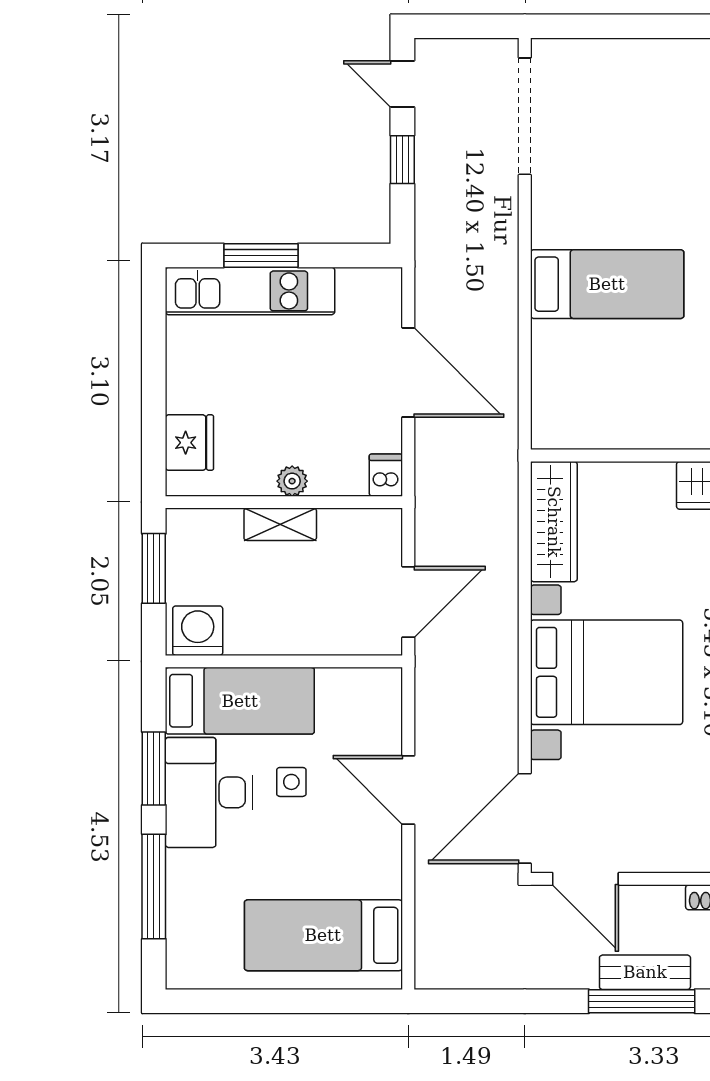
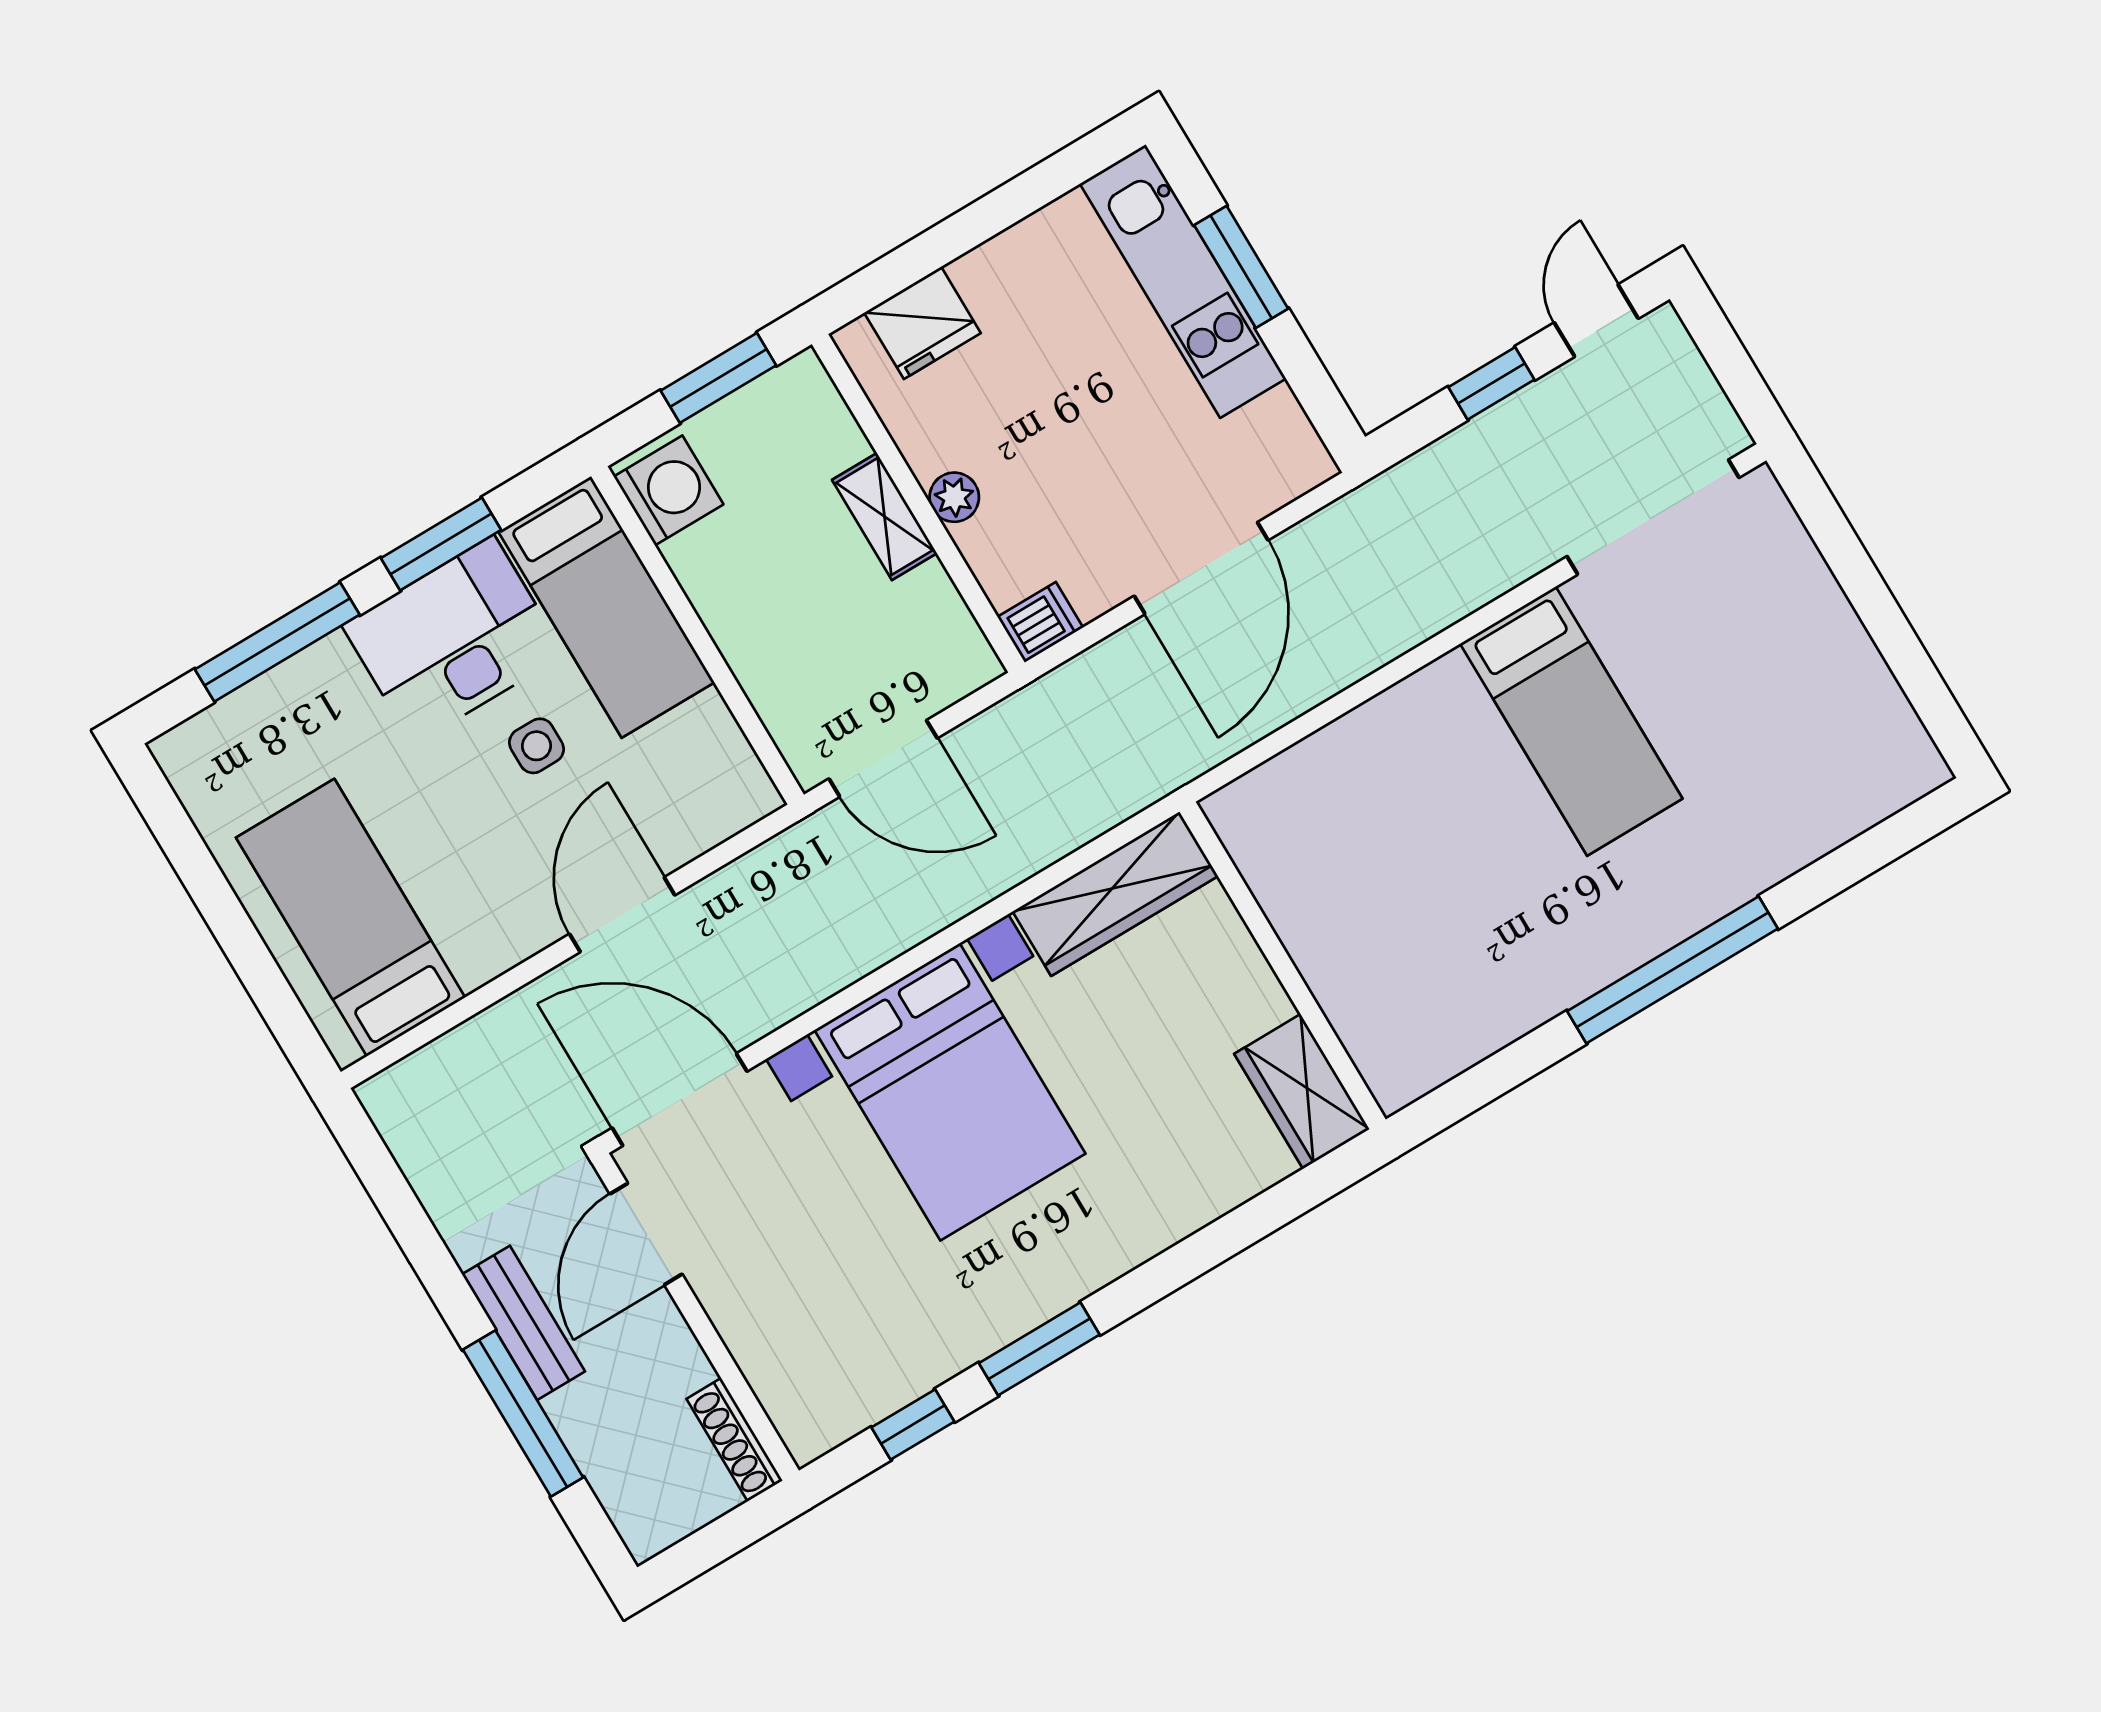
bed: (607, 284) -> (1571, 721), moved
bench: (645, 972) -> (523, 1323), moved

